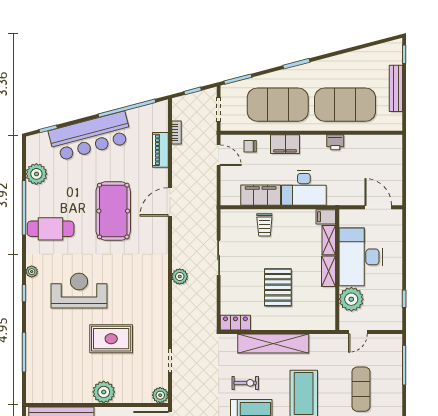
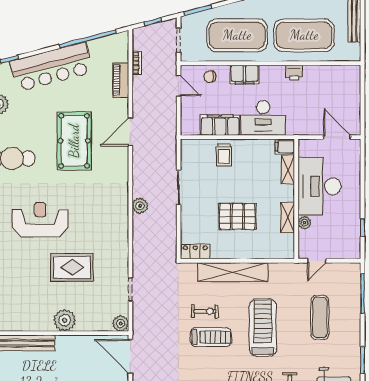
shelving: (329, 271) -> (288, 217), moved
pallet: (278, 287) -> (237, 217), turned 90
plant: (351, 299) -> (304, 223), width x0.53, depth x0.53

